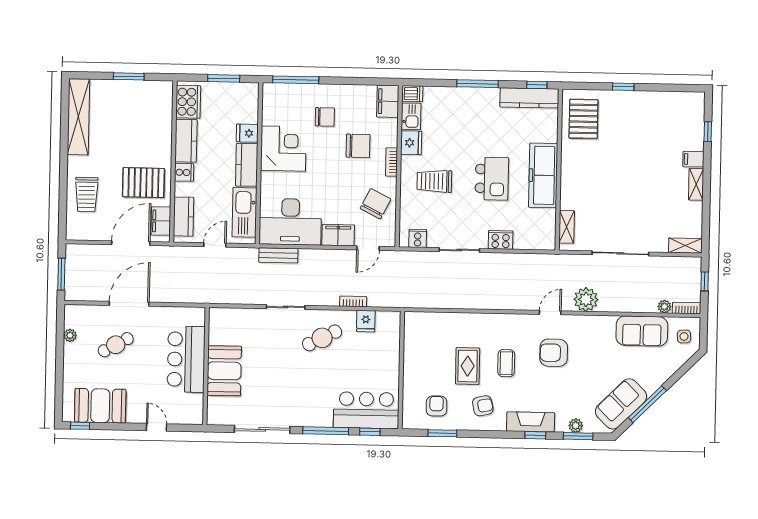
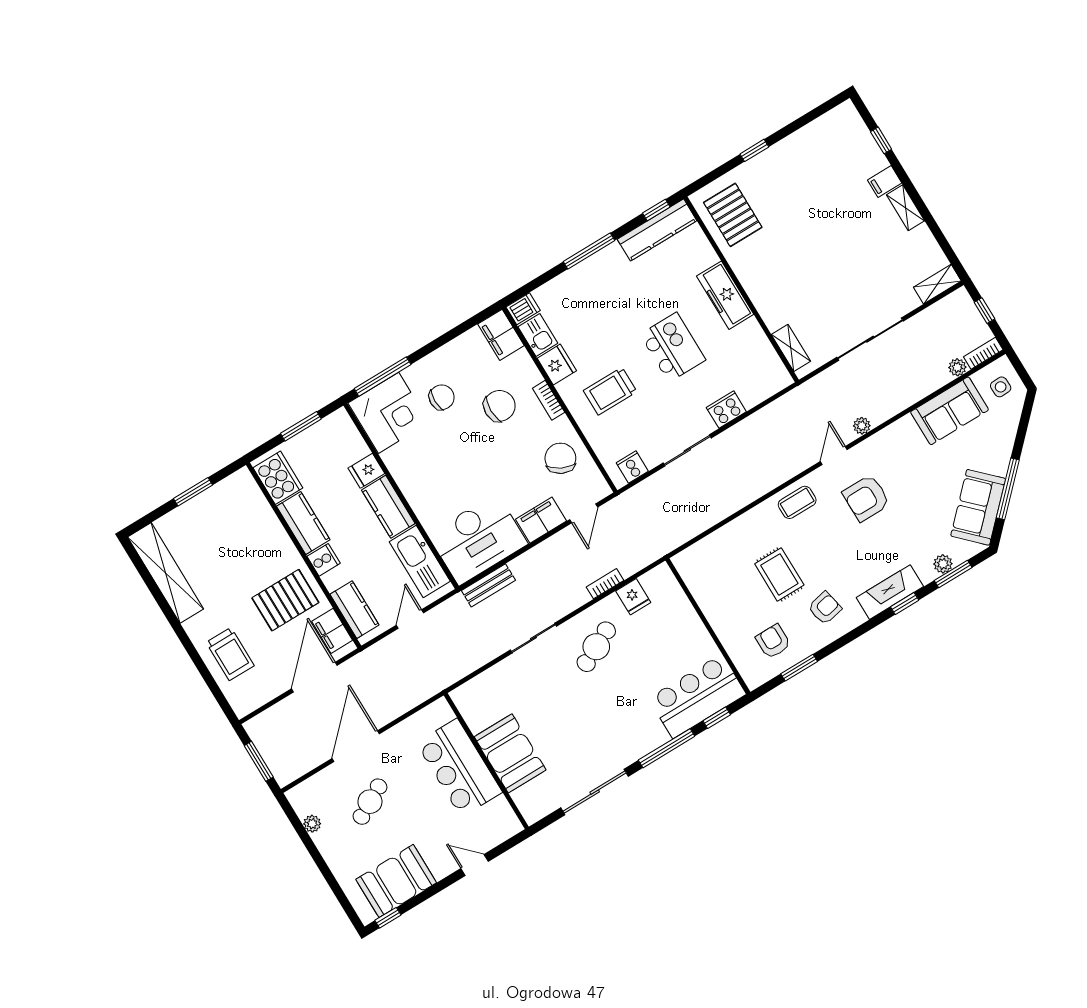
corner desk: (283, 149) -> (389, 413), moved, turned 90
freezer: (543, 175) -> (725, 295), width x0.73, depth x0.79
plant: (586, 299) -> (862, 426), width x0.53, depth x0.53
coffee table: (506, 363) -> (797, 502), moved, turned 90

